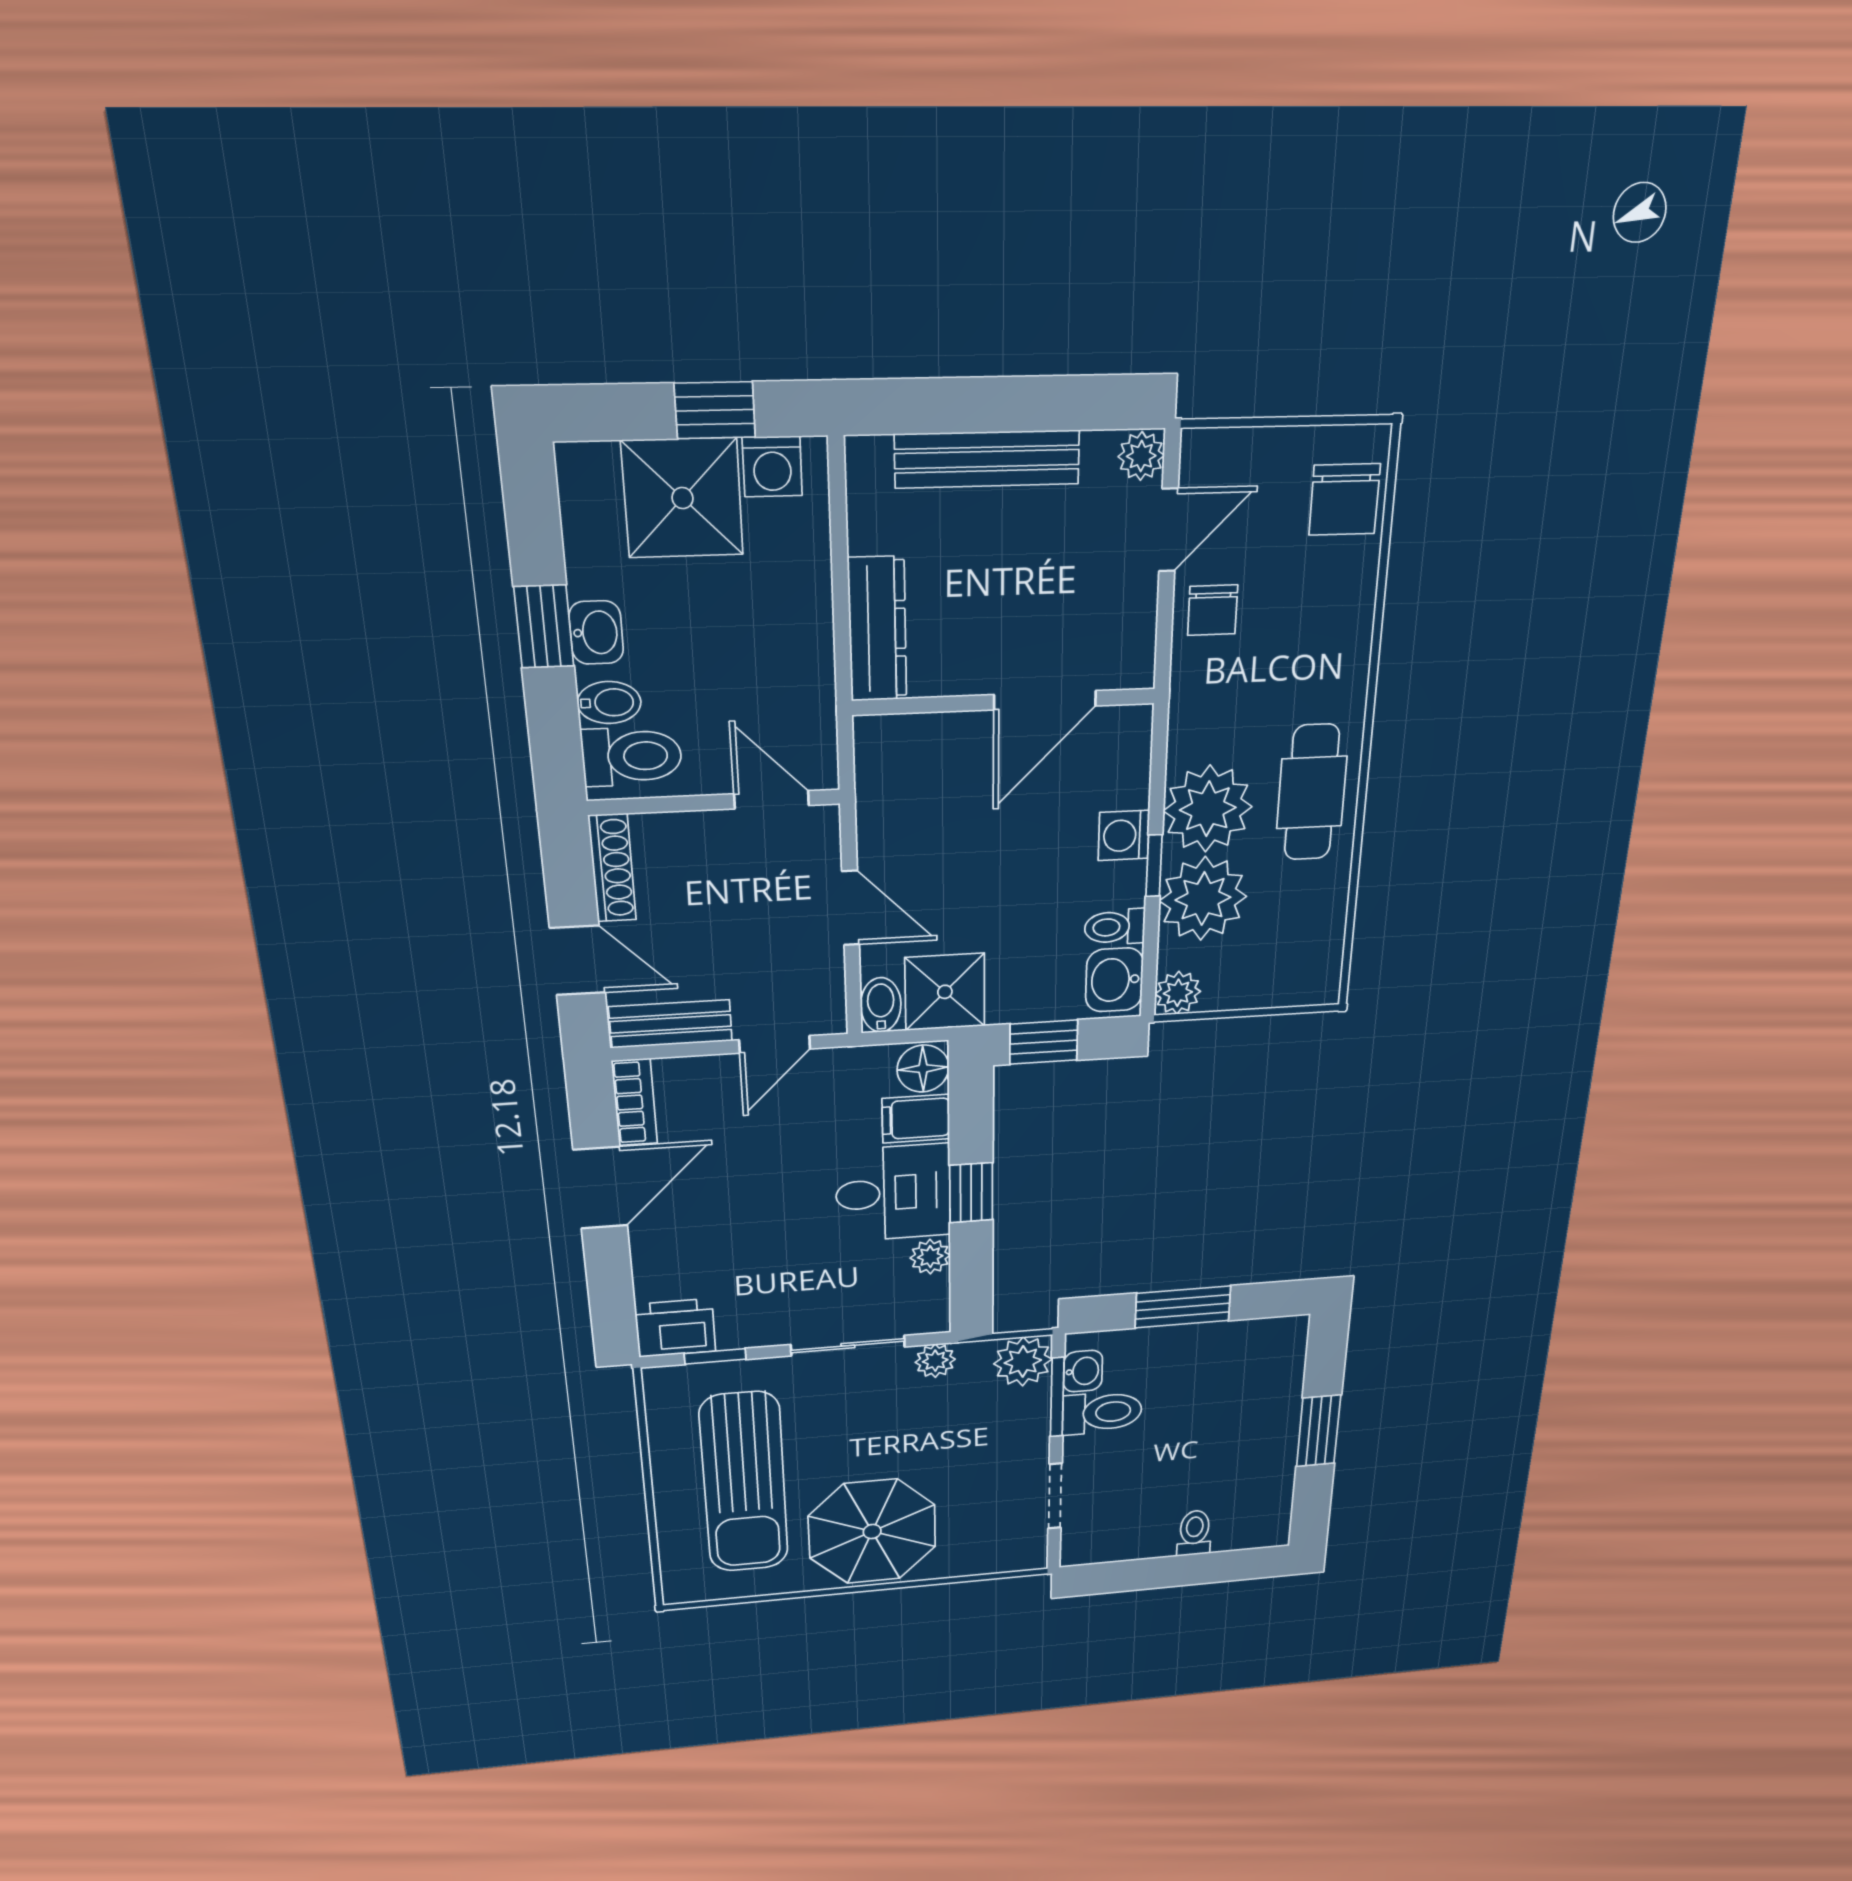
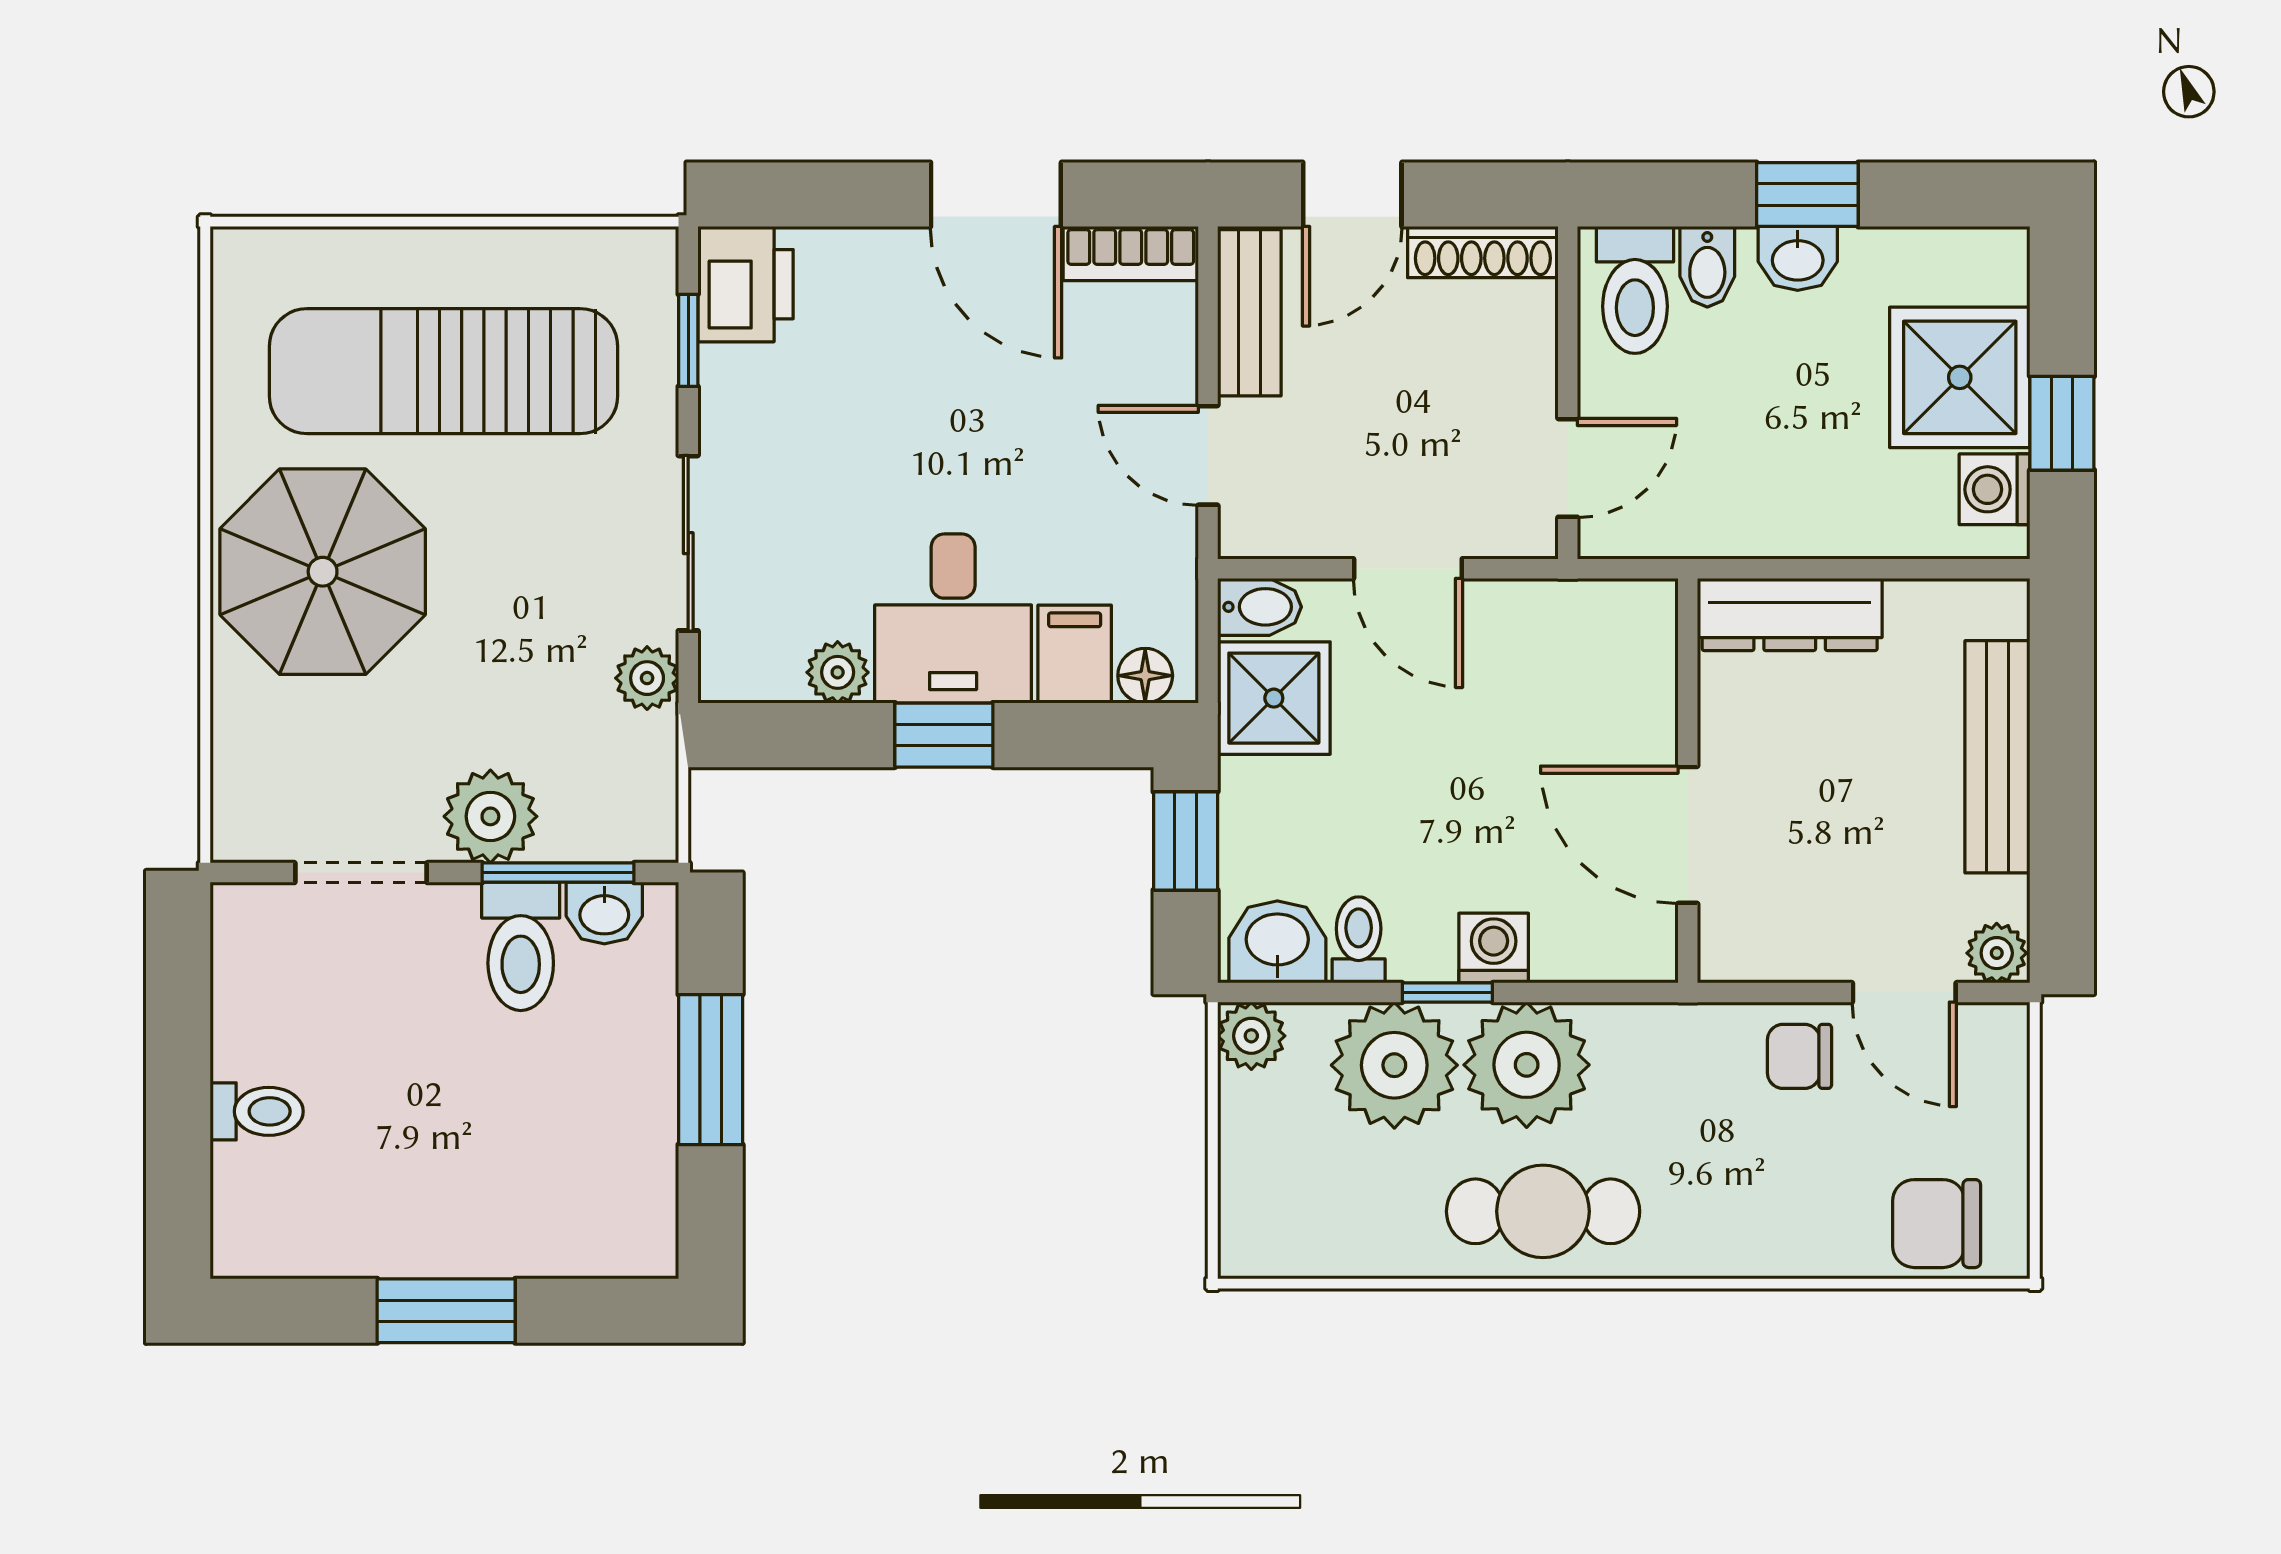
door: (851, 908) -> (1408, 569), hinge flipped
floor lamp: (923, 1069) -> (1145, 676), width x0.73, depth x0.73
plant: (1023, 1362) -> (490, 816), moved

